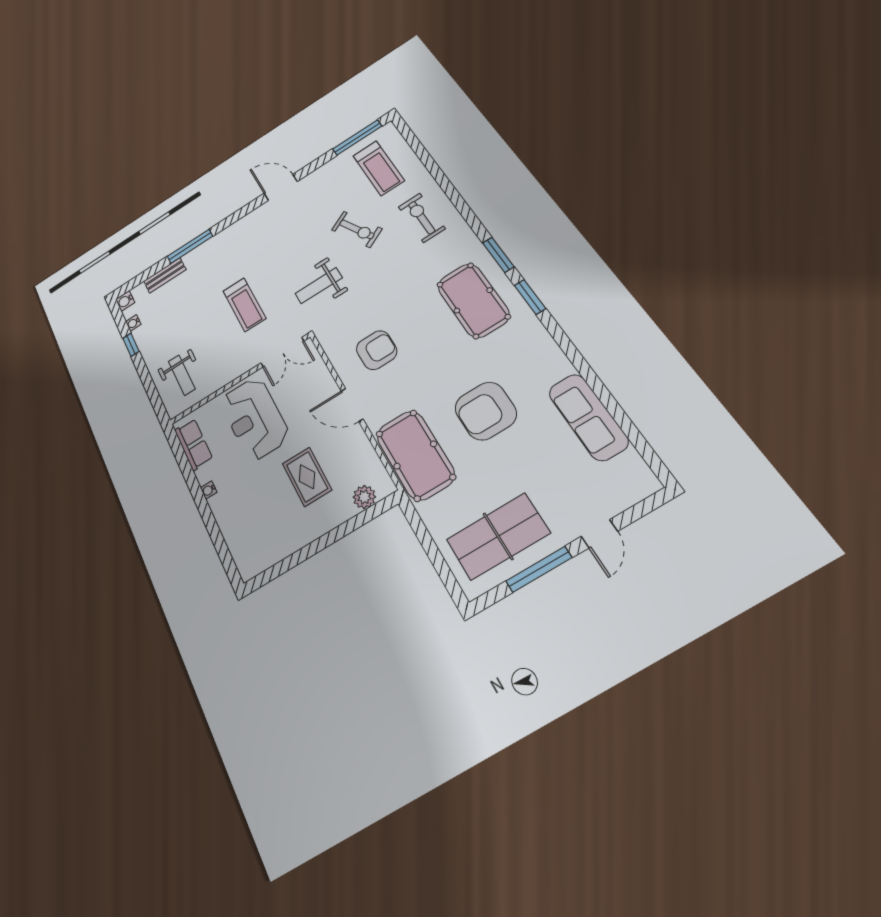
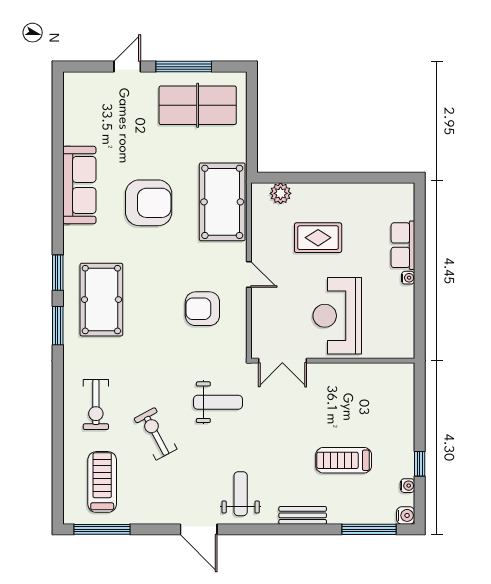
window: (190, 246) -> (369, 529), moved
bench: (165, 275) -> (303, 515), moved
treadmill: (244, 305) -> (344, 460), moved, turned -90
double door: (282, 352) -> (282, 361), swing flipped
weight bench: (182, 375) -> (241, 494), moved
door: (352, 405) -> (249, 274), width x0.73
sofa: (588, 417) -> (79, 185), moved
reception desk: (254, 418) -> (337, 316), turned 180
row of seats: (194, 444) -> (403, 245), moved
rug: (307, 477) -> (318, 238), turned 90

